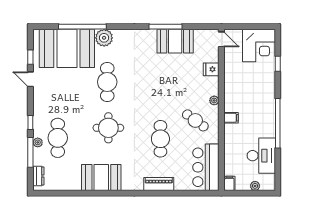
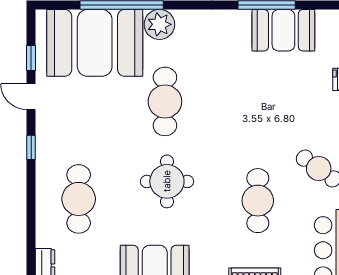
window: (30, 123) -> (31, 147), moved
plant: (38, 142) -> (44, 207), removed
window: (30, 152) -> (31, 224), removed

